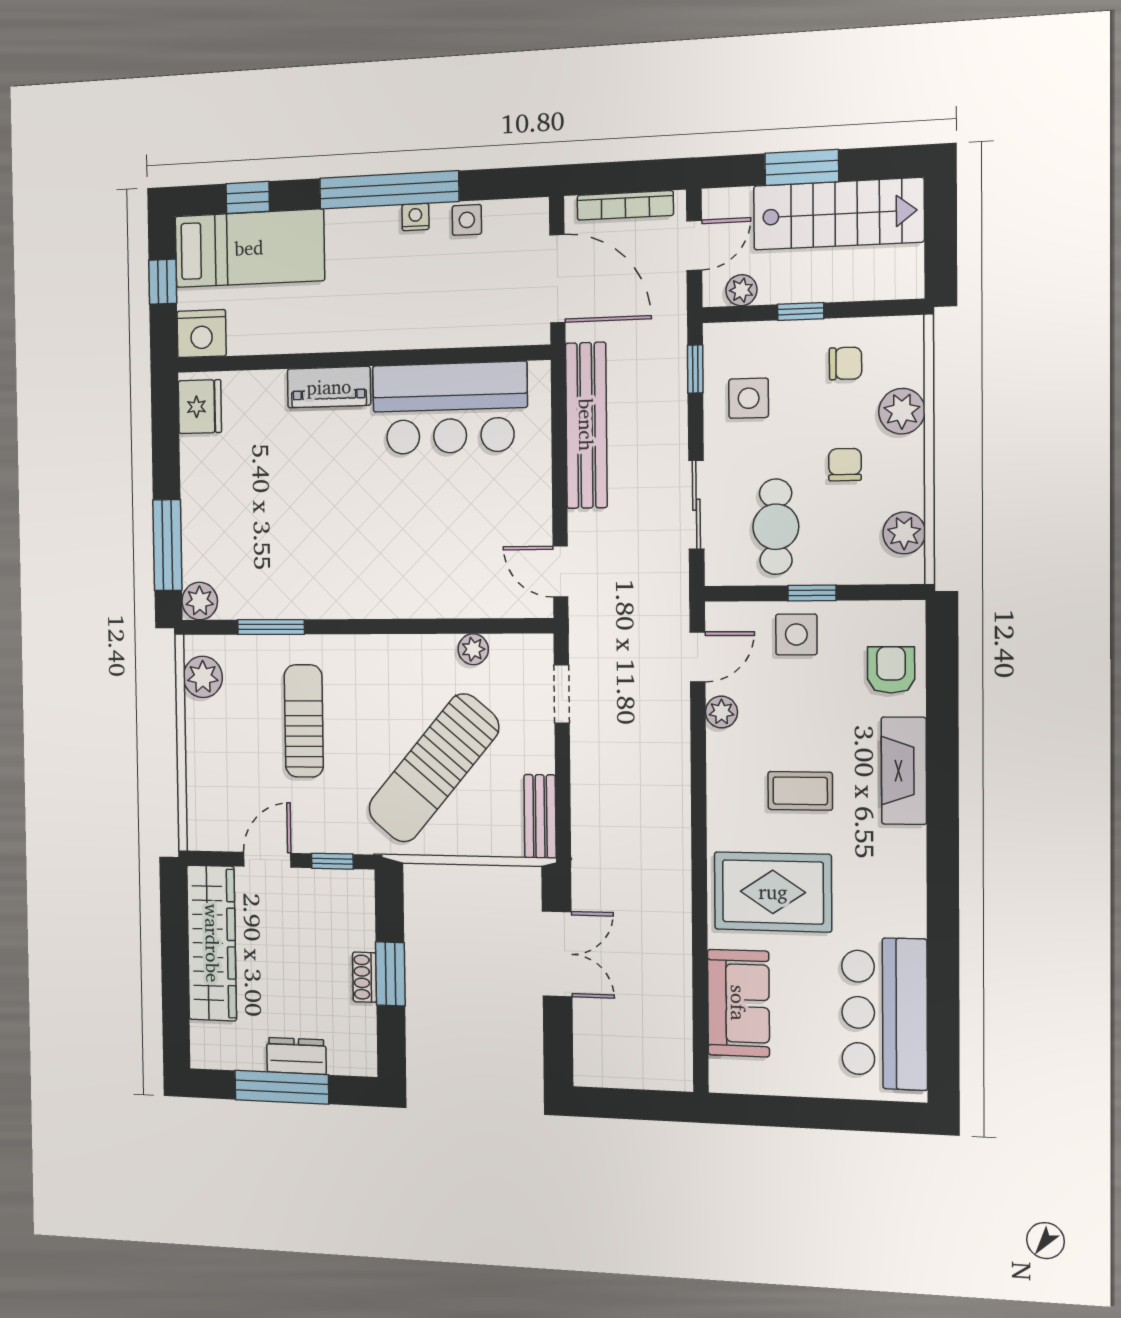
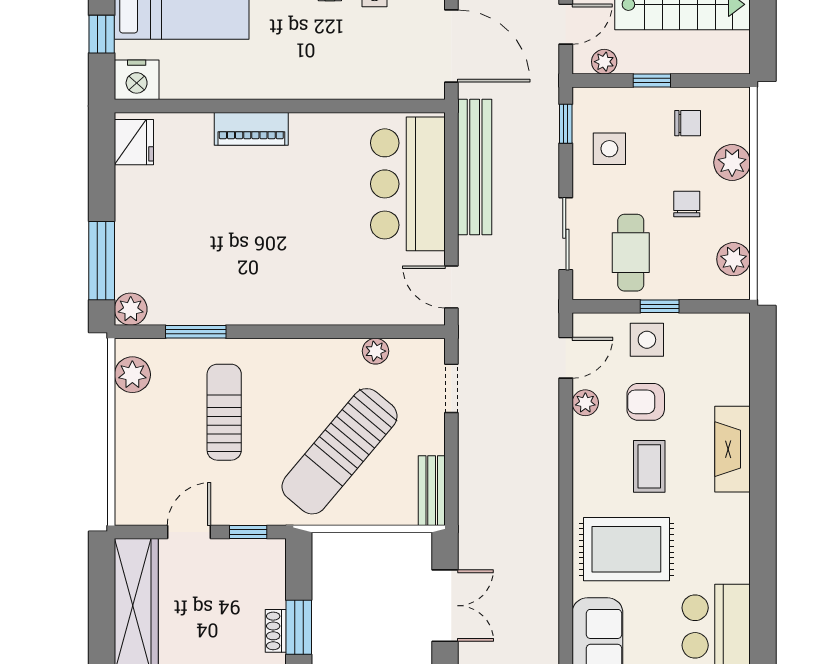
bar counter: (450, 408) -> (408, 184), moved, turned 90
armchair: (891, 670) -> (646, 402), moved, turned -90
coffee table: (800, 791) -> (649, 466), turned 90

